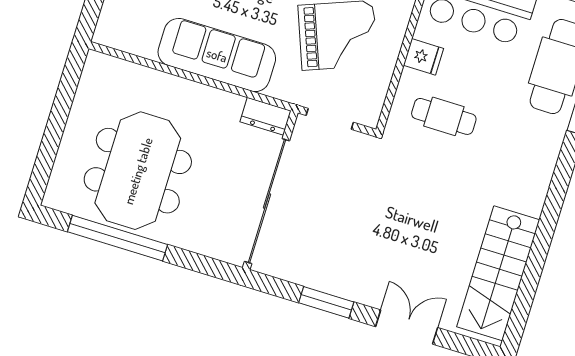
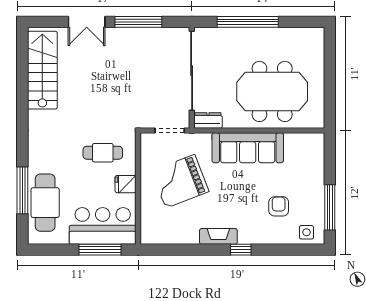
meeting table: (138, 171) -> (272, 91), moved, turned 90
window: (118, 238) -> (248, 22), moved
window: (326, 302) -> (138, 22), width x1.44

